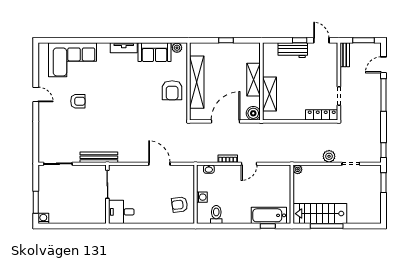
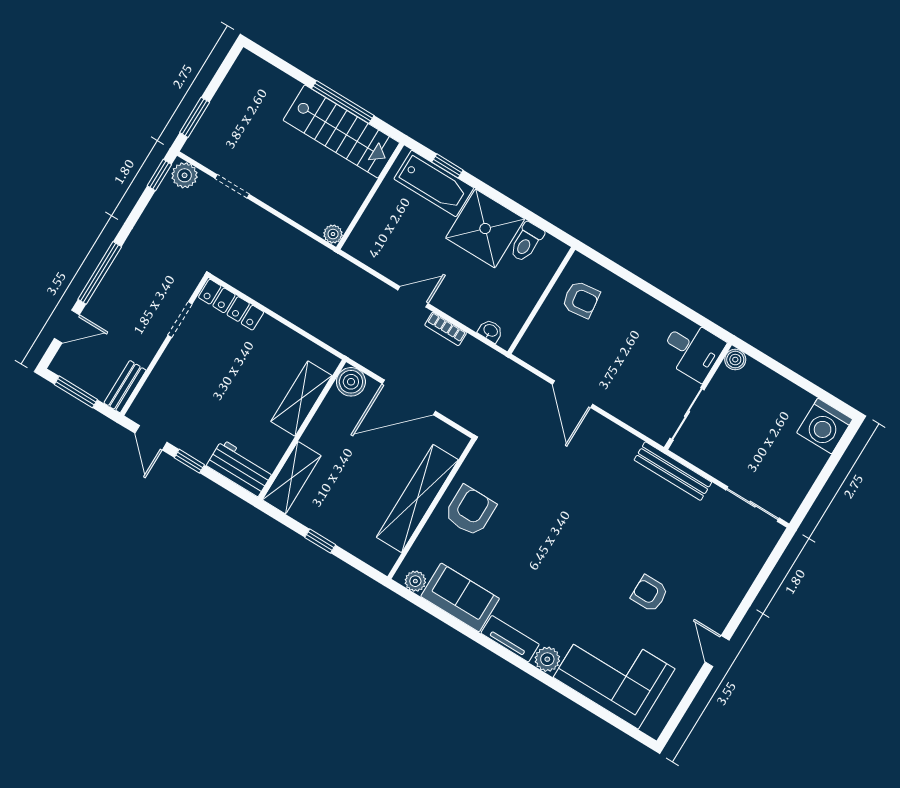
plant: (103, 49) -> (547, 659), added
workbench: (293, 50) -> (240, 468), moved
shelving: (254, 80) -> (292, 478), moved
plant: (329, 156) -> (185, 175), moved
washing machine: (202, 197) -> (533, 289), removed
window: (36, 202) -> (834, 459), removed
shower: (237, 210) -> (485, 228), added
washing machine: (43, 218) -> (825, 426), width x1.89, depth x1.89
boiler: (101, 219) -> (735, 360), added

